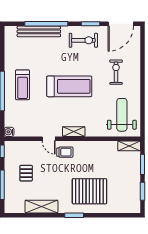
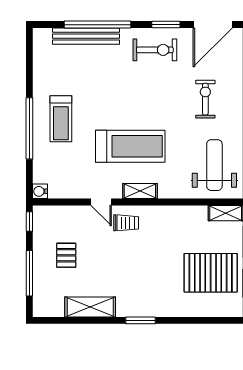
treadmill: (69, 86) -> (130, 146), moved
pallet: (89, 191) -> (211, 273), moved

